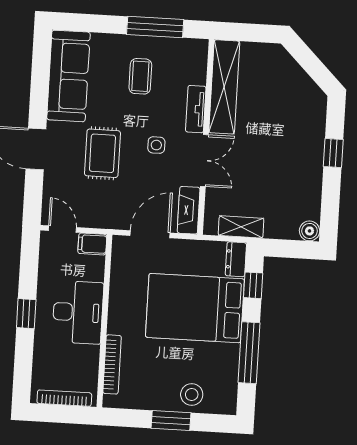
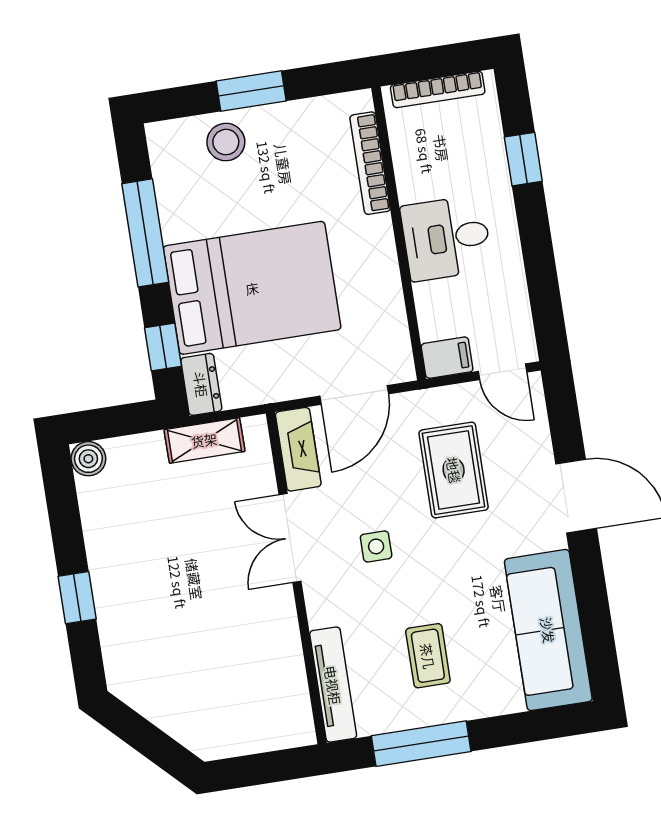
shelving: (224, 87) -> (284, 669), removed
tv unit: (196, 109) -> (333, 685), moved, width x1.41
rug: (102, 153) -> (454, 470), moved
desk: (78, 312) -> (446, 238), width x0.73
window: (26, 314) -> (523, 159), moved

